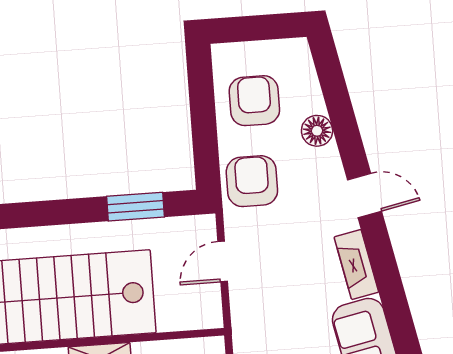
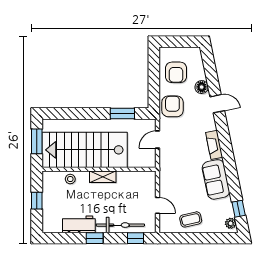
armchair: (254, 101) -> (176, 72), turned 180
door: (364, 195) -> (217, 104), moved

